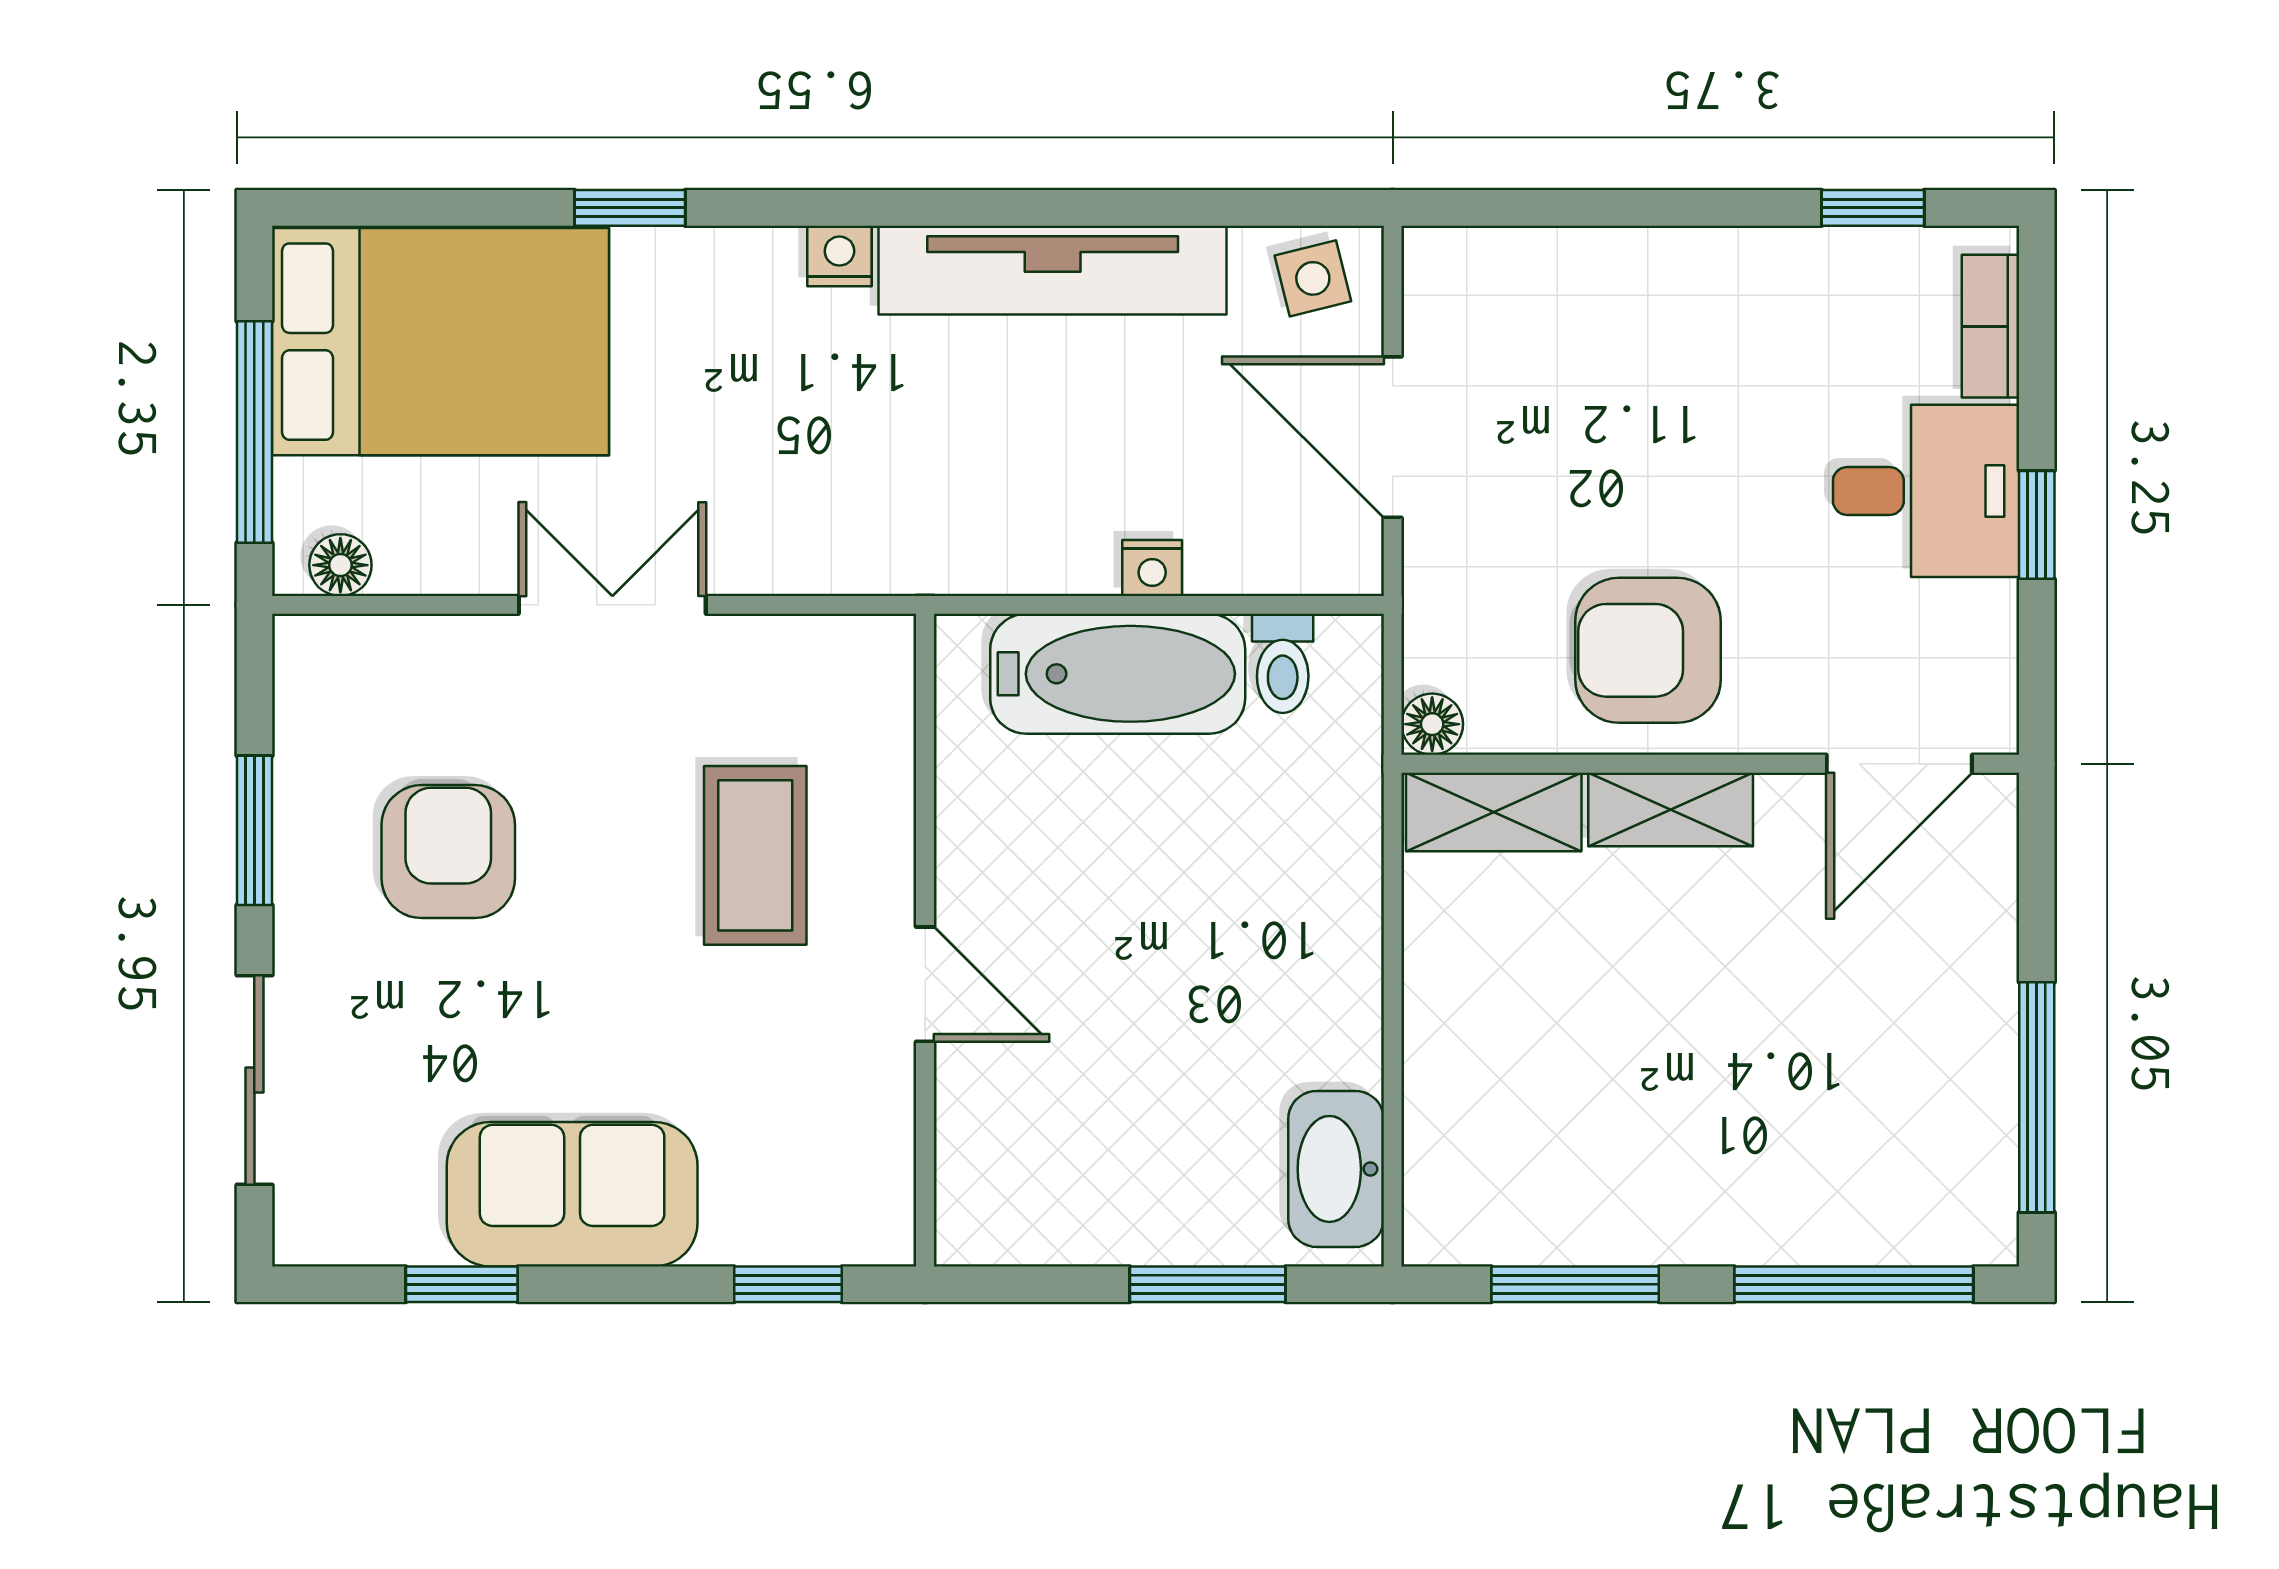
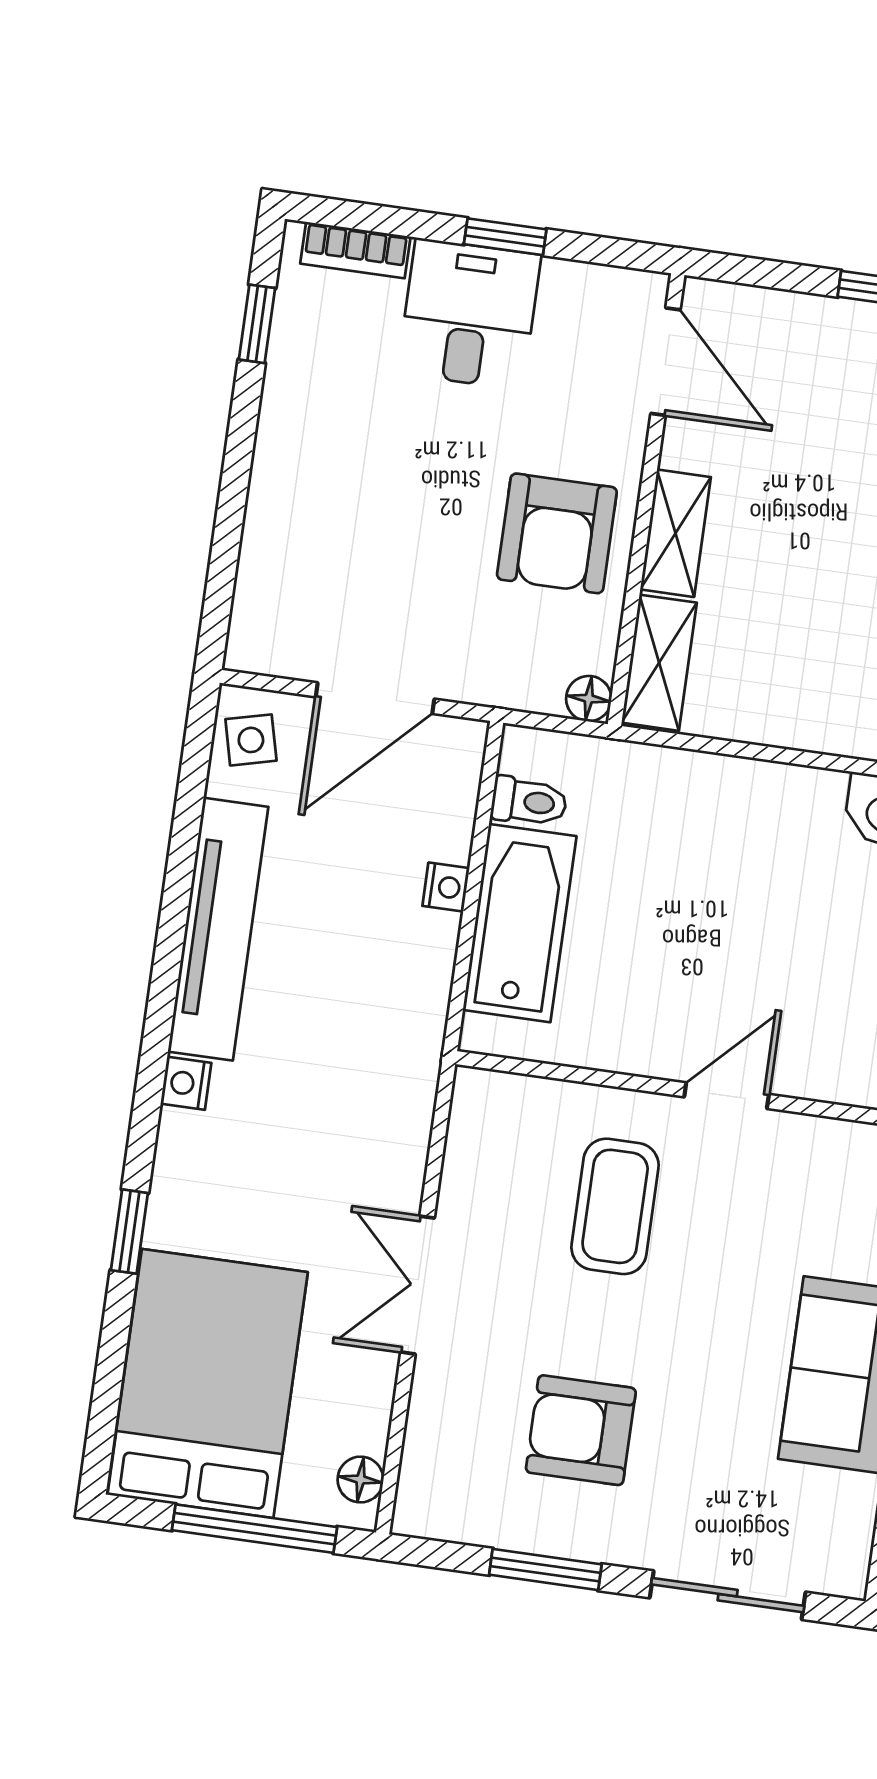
coffee table: (755, 855) -> (615, 1206), turned 90

